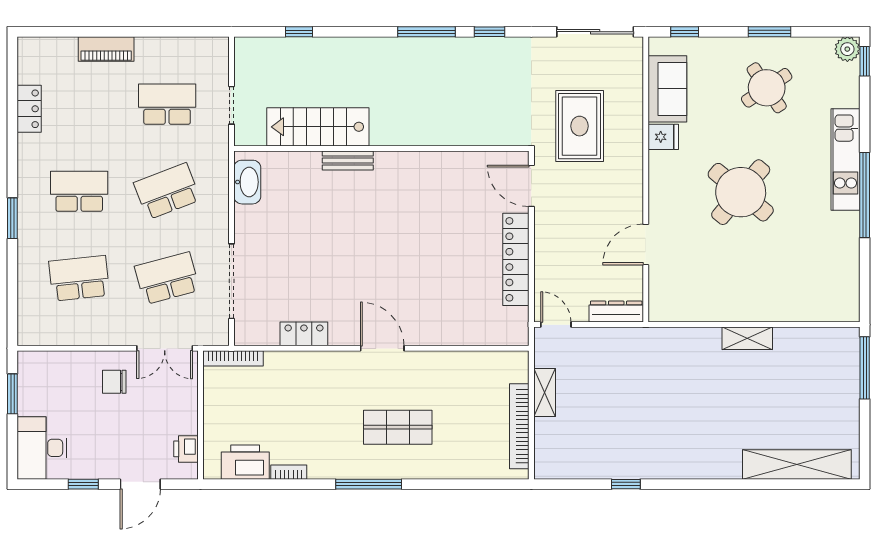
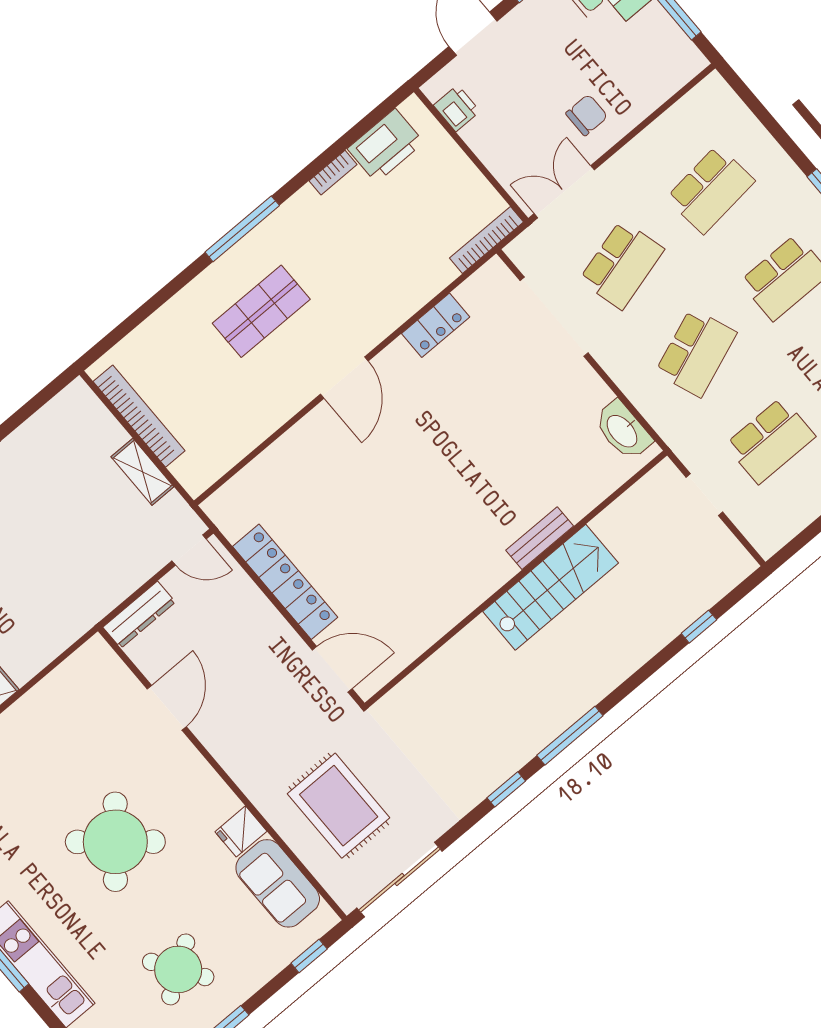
rug: (580, 126) -> (339, 806), moved
stairs: (318, 127) -> (551, 587), moved
door: (382, 348) -> (344, 378), hinge flipped

